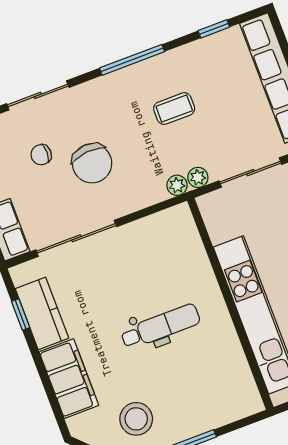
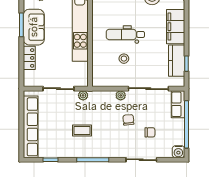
chair: (92, 163) -> (128, 120), width x0.54, depth x0.54
plant: (177, 185) -> (121, 95), moved
stool: (146, 279) -> (124, 59), added

